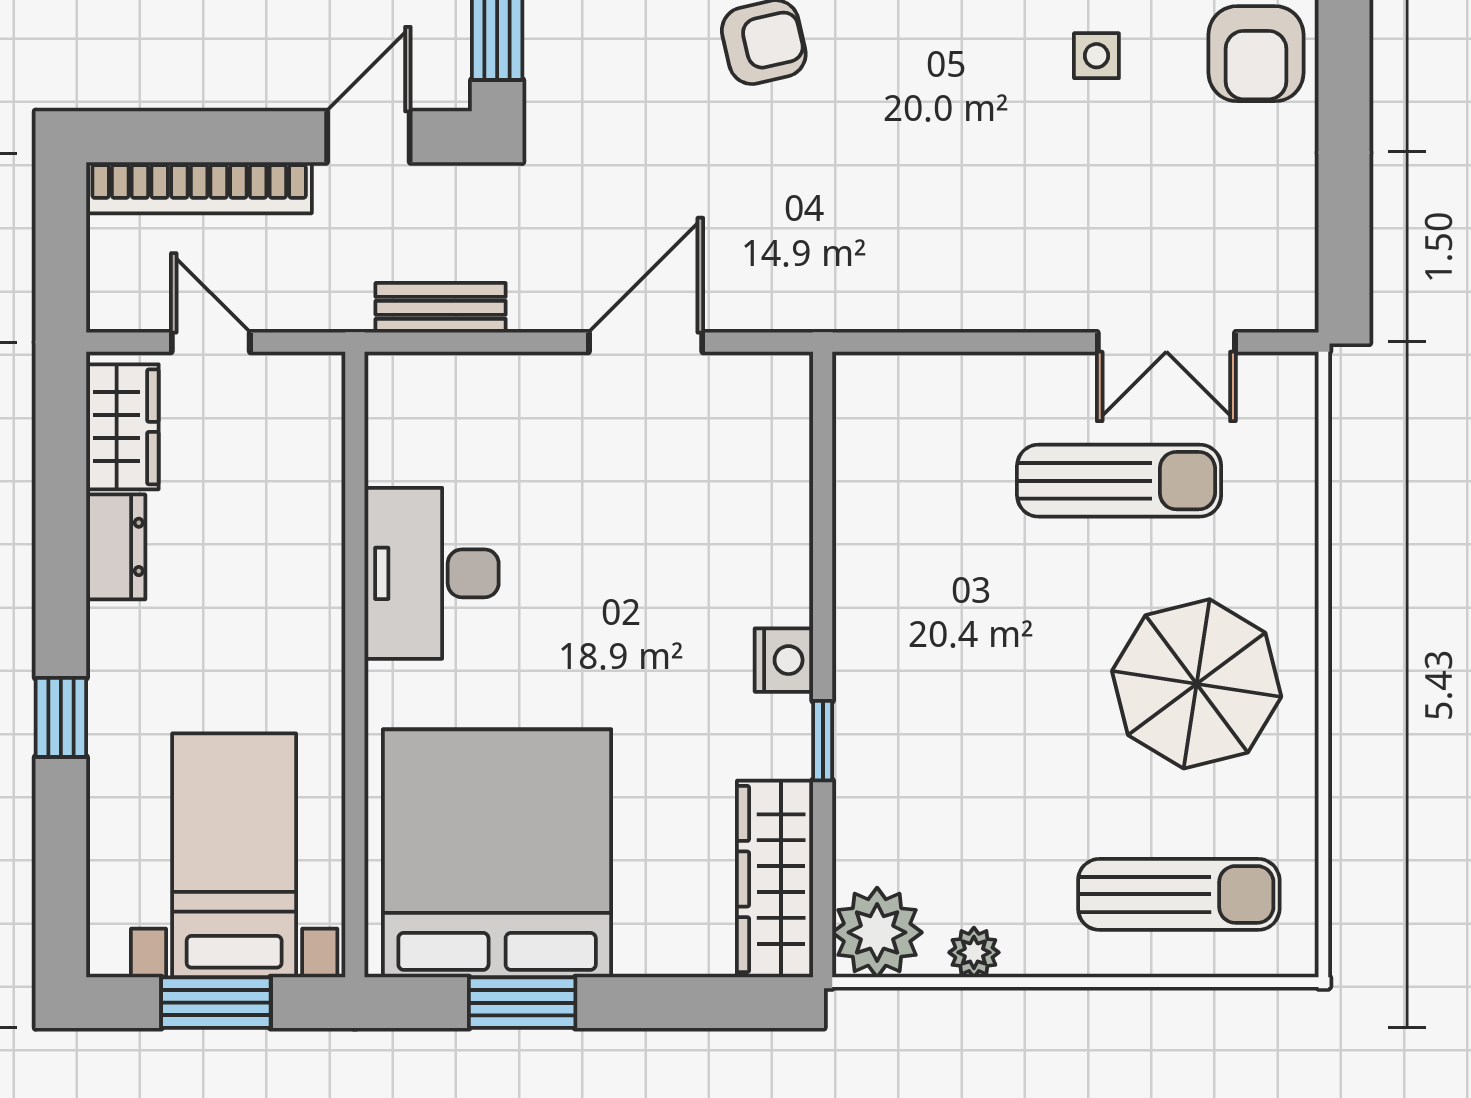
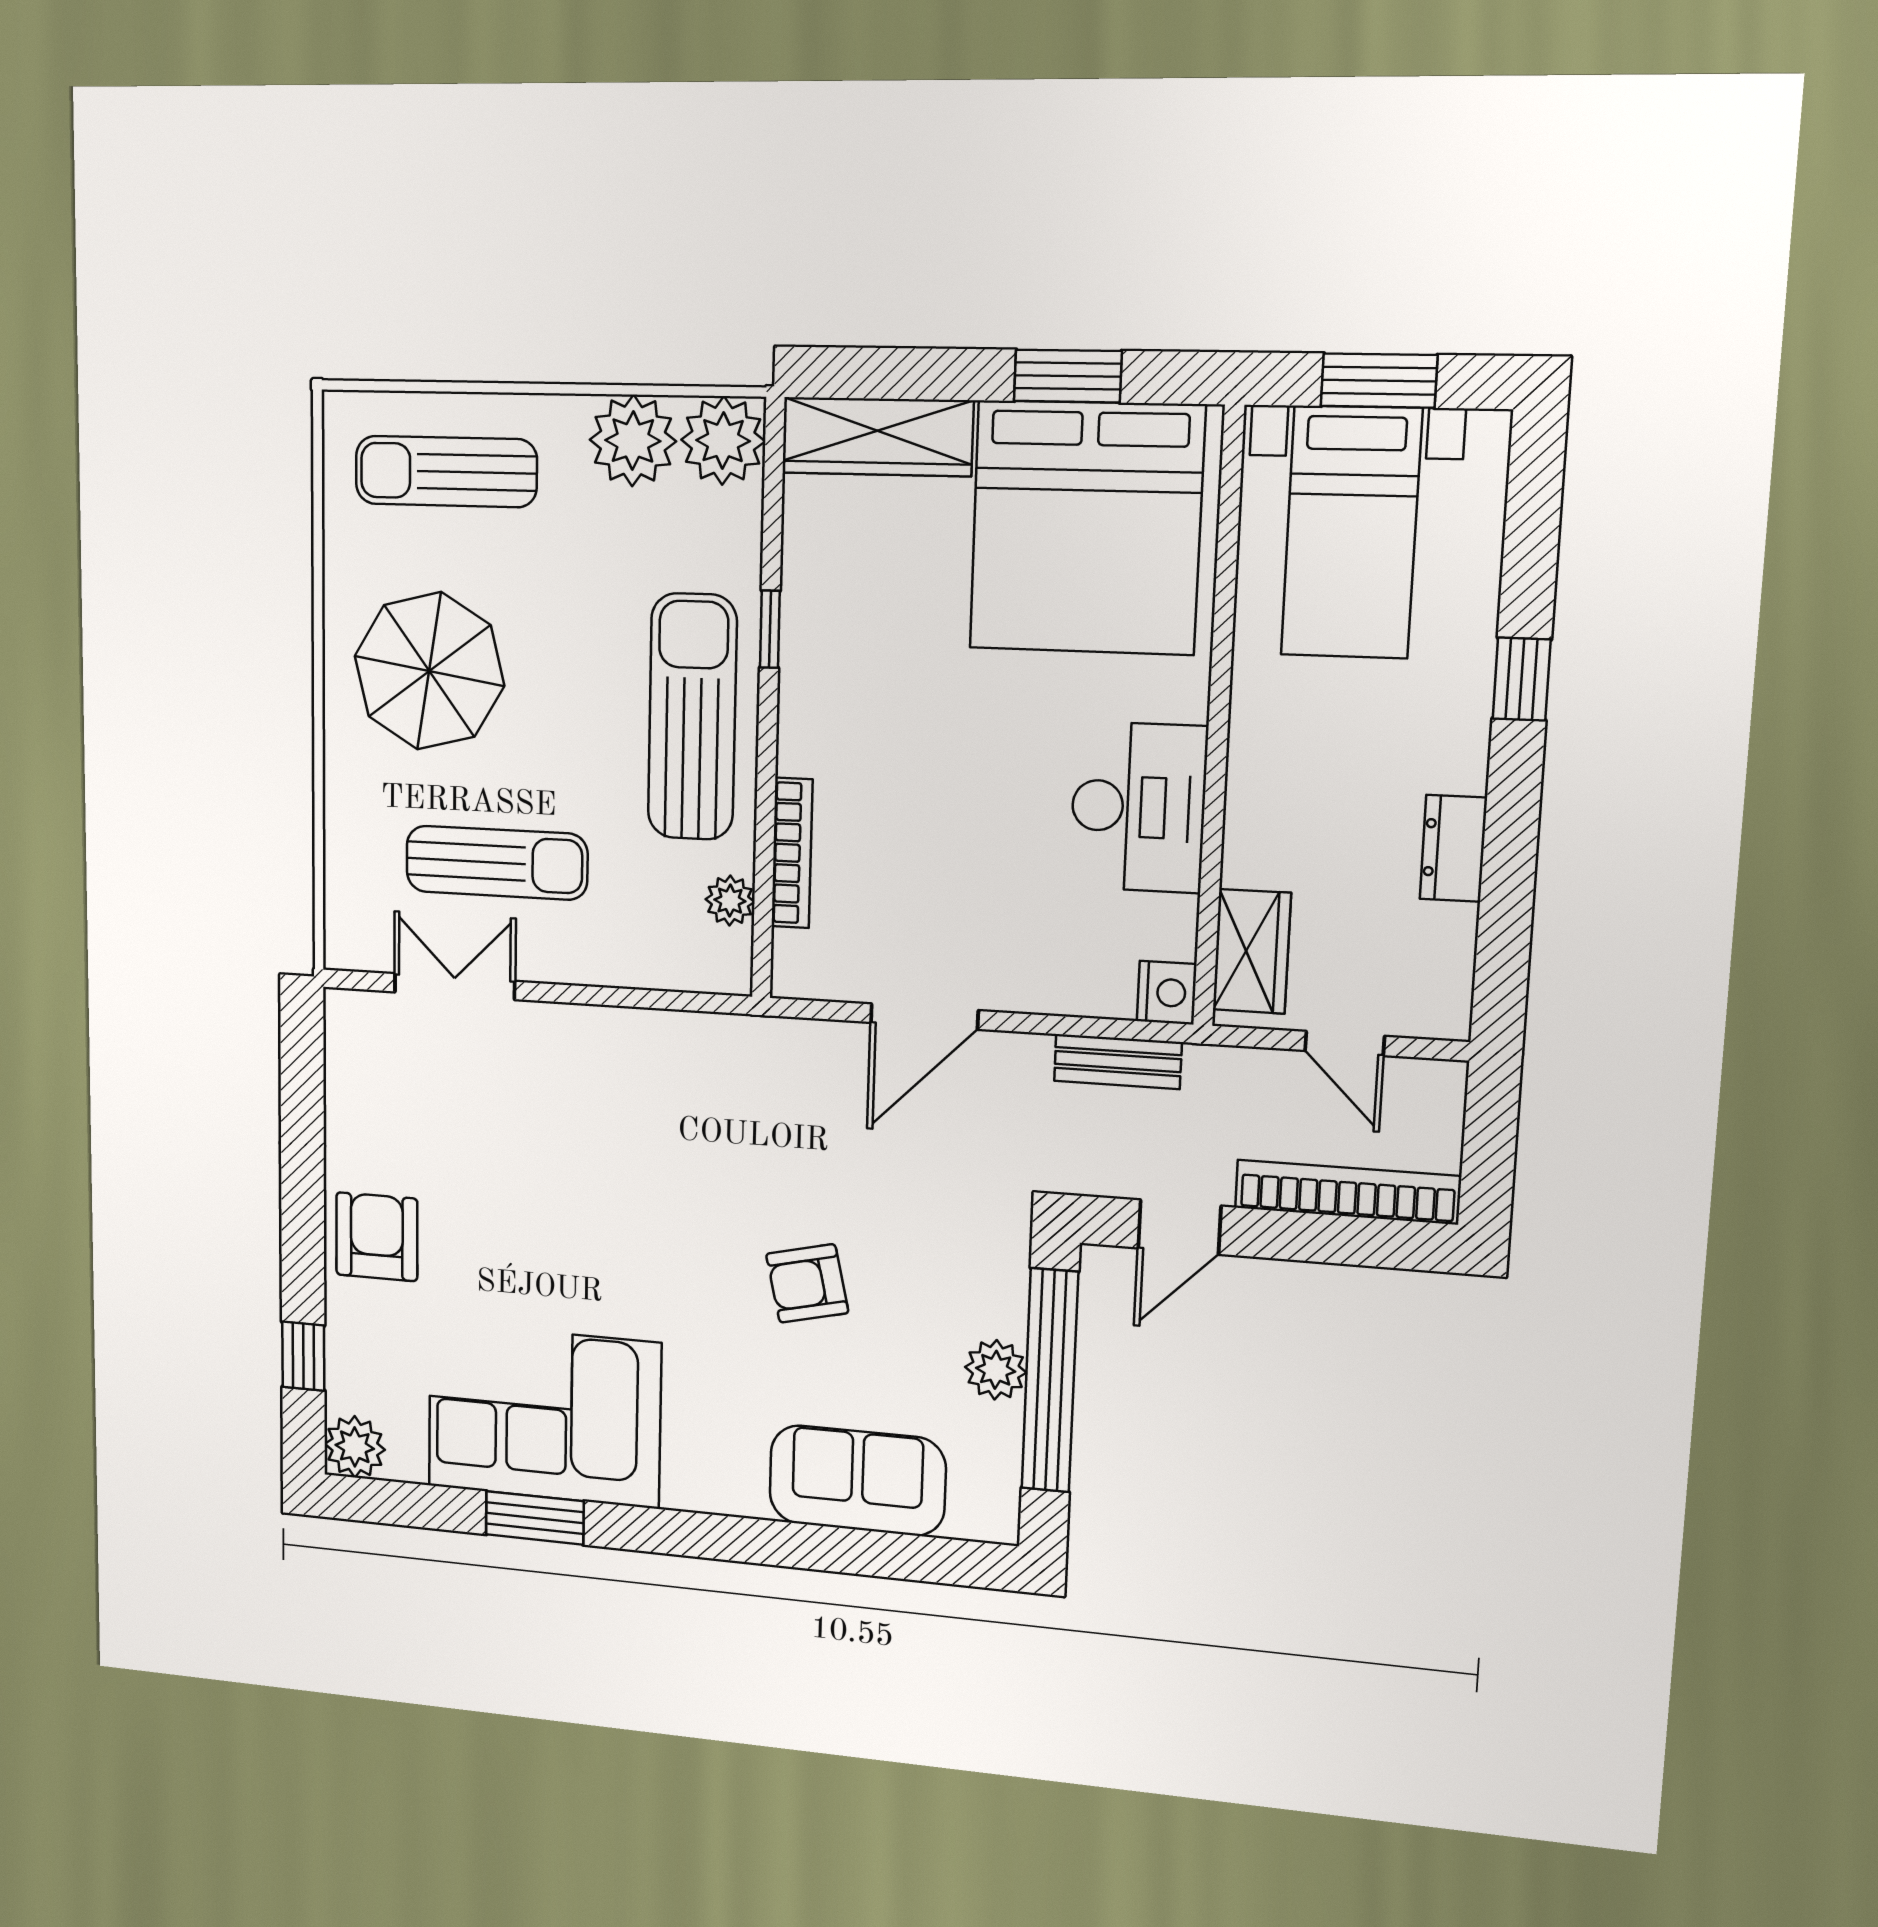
side table: (1096, 56) -> (513, 1246), removed
wardrobe: (122, 427) -> (1252, 951), moved, turned 180
plant: (859, 454) -> (730, 901), added
sun lounger: (1119, 481) -> (497, 863), turned 180
bookcase: (793, 508) -> (792, 853), added
sun lounger: (904, 646) -> (692, 717), added
nightstand: (784, 660) -> (1167, 993), moved, turned 180
wardrobe: (775, 879) -> (877, 437), moved, turned 90
plant: (974, 952) -> (633, 441), width x1.87, depth x1.87

